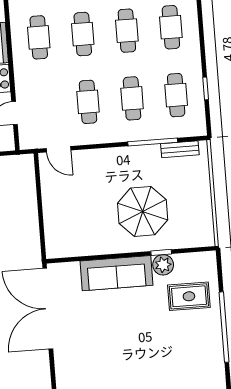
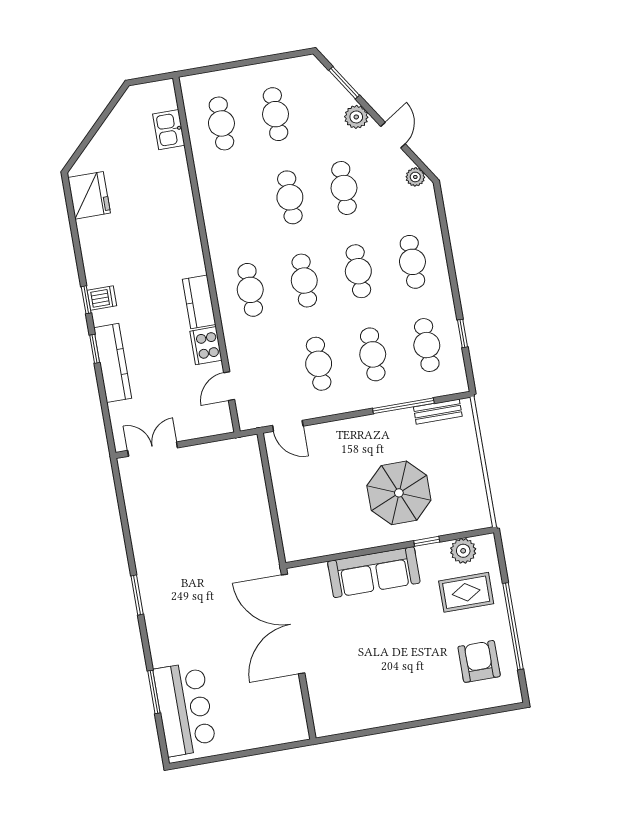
plant: (163, 265) -> (463, 551), moved
armchair: (194, 353) -> (479, 661), added

